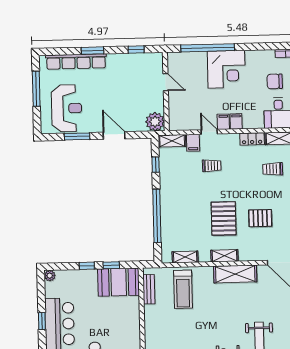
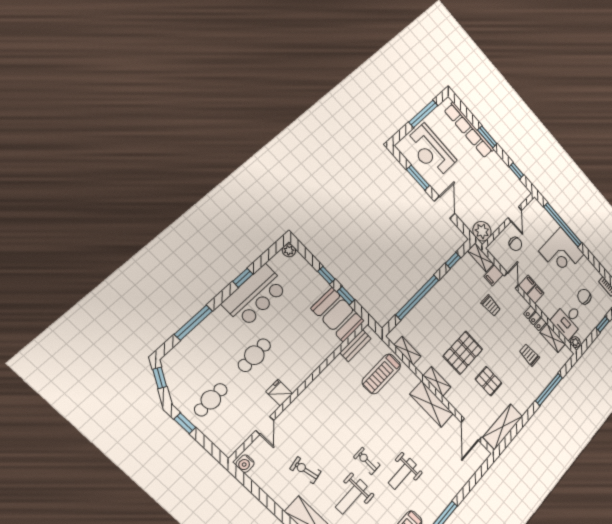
chair: (187, 103) -> (515, 244), added
reception desk: (67, 108) -> (431, 151), turned 90

